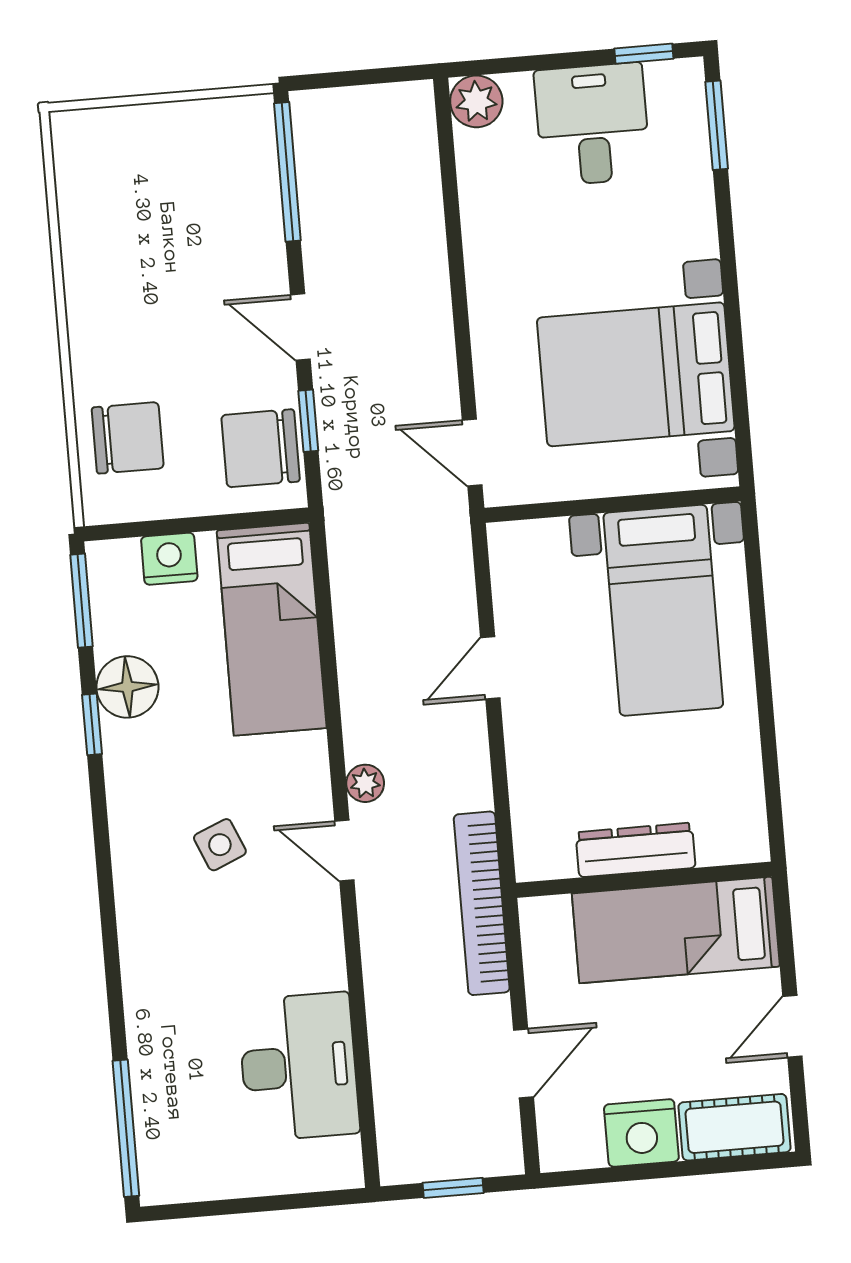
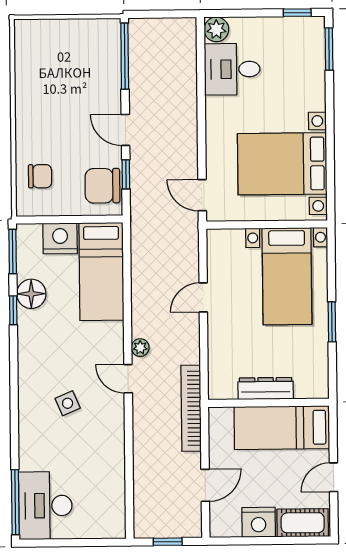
desk: (592, 124) -> (232, 69), moved, turned -90
chair: (128, 438) -> (40, 176), width x0.73, depth x0.73
nightstand: (169, 559) -> (60, 238), width x1.36, depth x1.33
window: (765, 699) -> (332, 322), added
side table: (220, 845) -> (68, 403), moved
desk: (299, 1067) -> (45, 506), moved, turned 180

